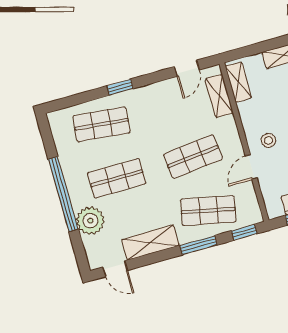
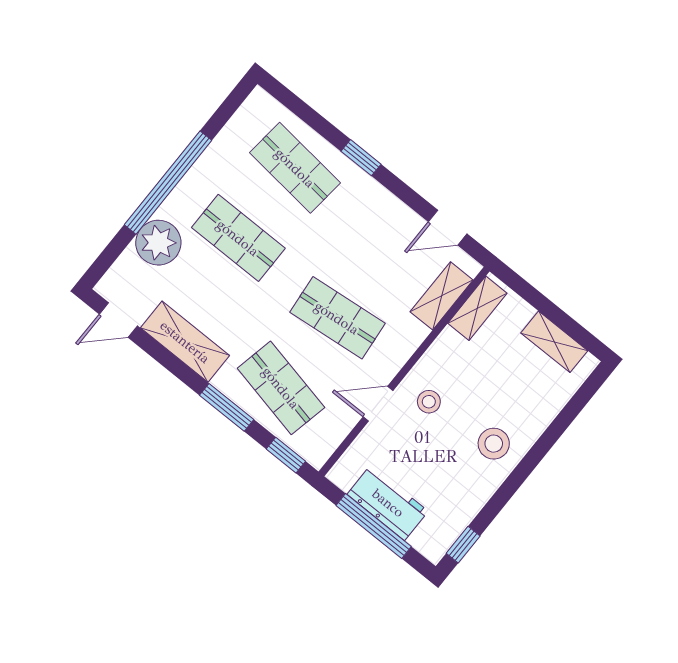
door: (115, 269) -> (118, 320), hinge flipped

